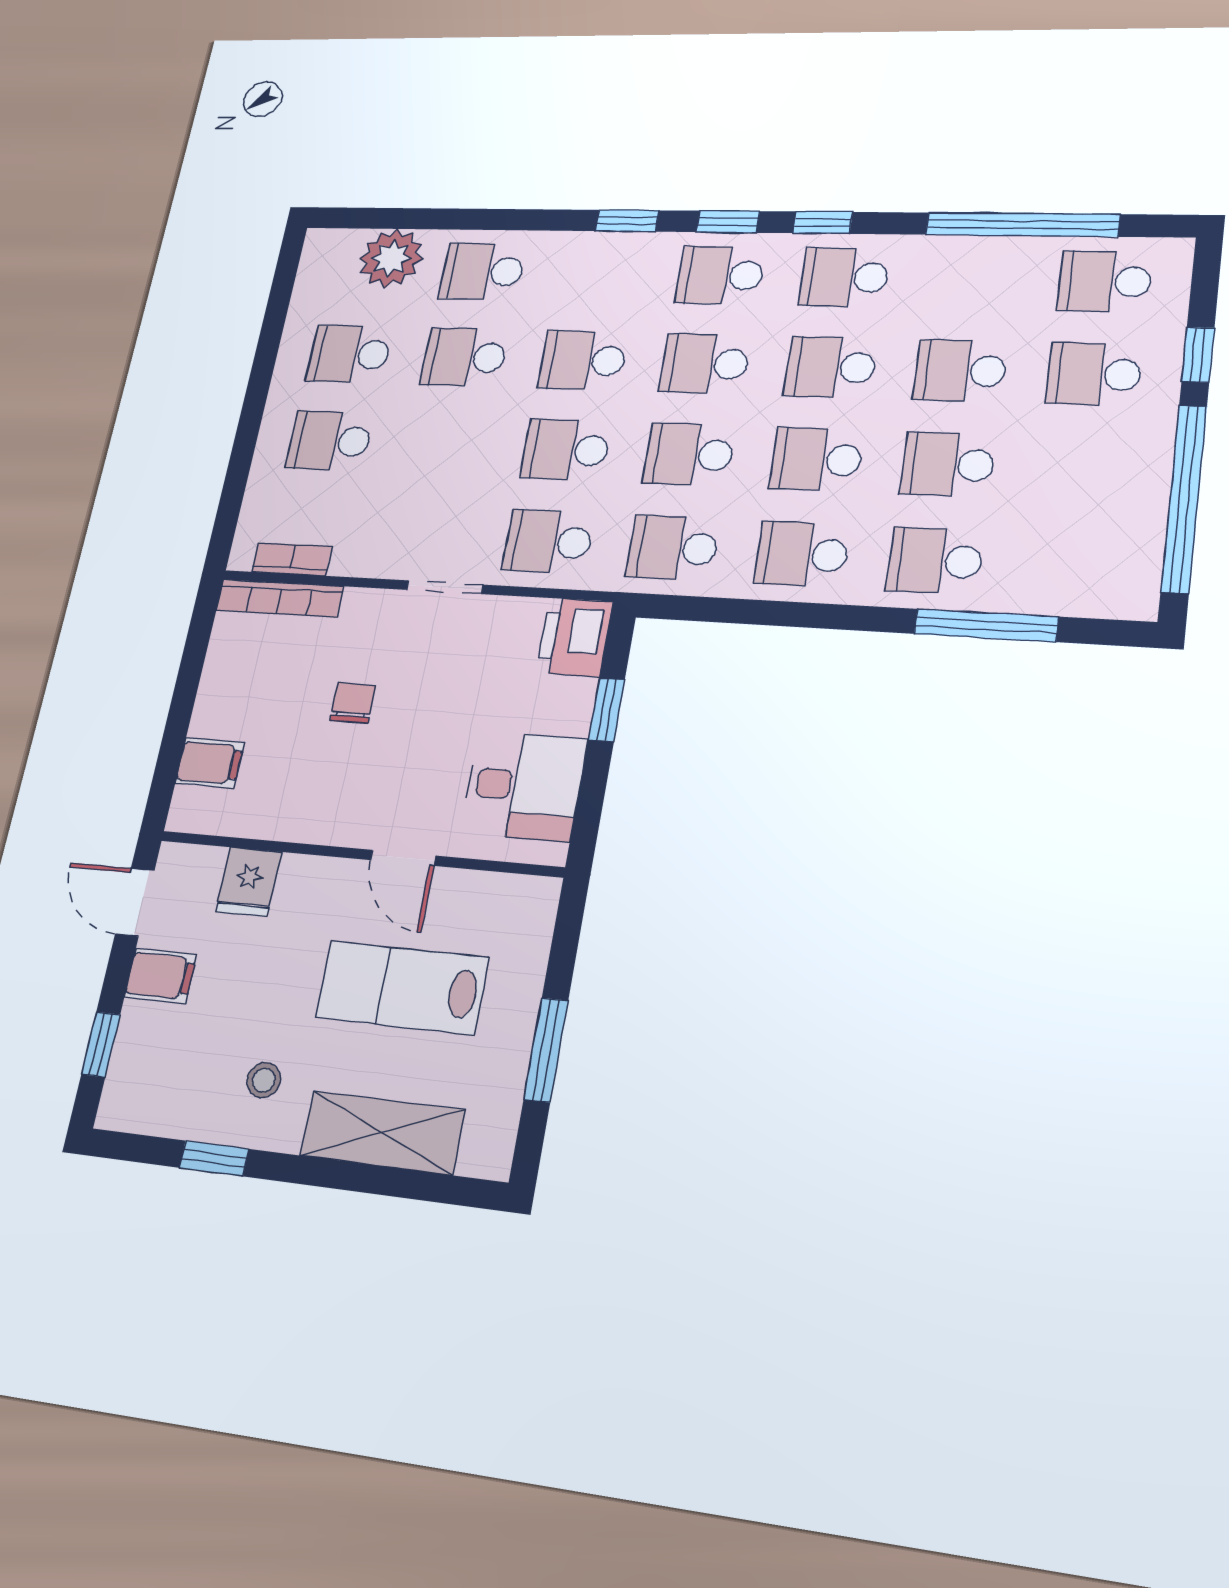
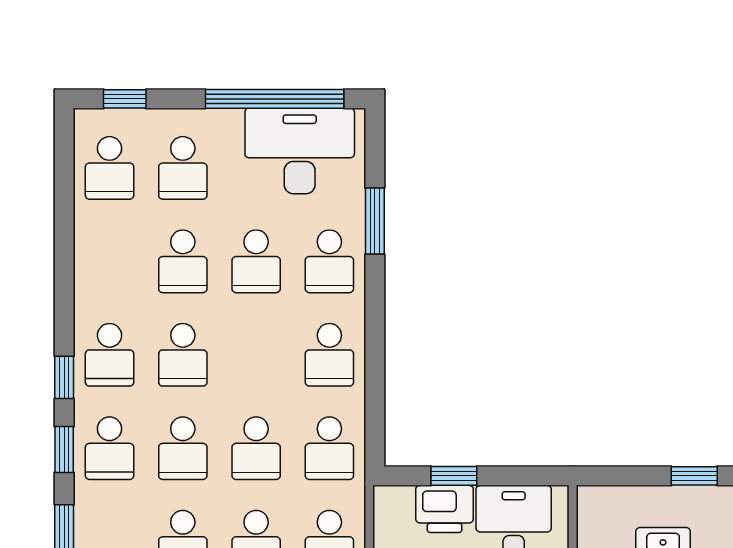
window: (1022, 225) -> (64, 231), removed
window: (1198, 355) -> (125, 99), moved
school desk: (817, 459) -> (256, 355), removed
desk: (1102, 529) -> (300, 151), added
window: (986, 625) -> (375, 221), width x0.69
printer: (574, 637) -> (445, 509), moved
window: (546, 1050) -> (694, 476), width x0.67

